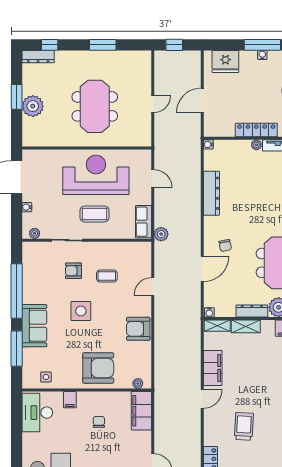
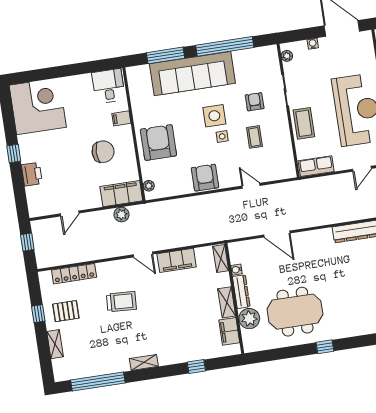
coffee table: (95, 214) -> (304, 123), moved
plant: (161, 234) -> (121, 215), moved
chair: (225, 245) -> (305, 254), removed
water cooler: (209, 312) -> (236, 270), moved
sofa: (34, 326) -> (192, 74), width x1.85, depth x1.27
shelving: (246, 326) -> (227, 302), moved
armchair: (98, 368) -> (158, 142), turned 180
side table: (46, 377) -> (222, 136), moved
desk: (37, 413) -> (108, 86), width x0.73
chair: (99, 422) -> (103, 152), width x1.87, depth x1.87

